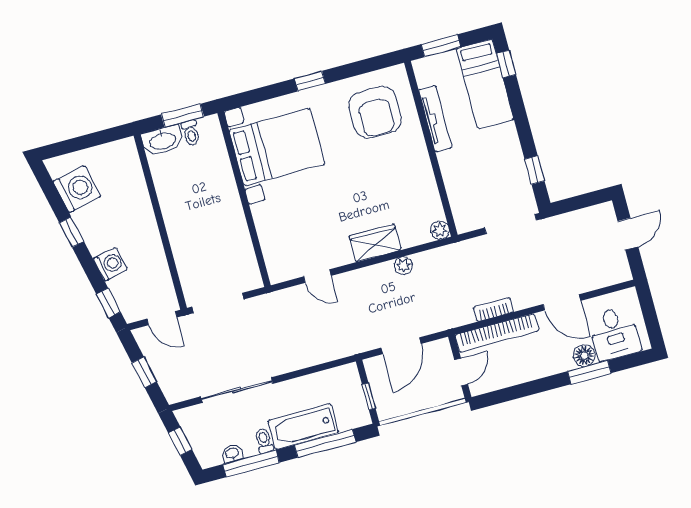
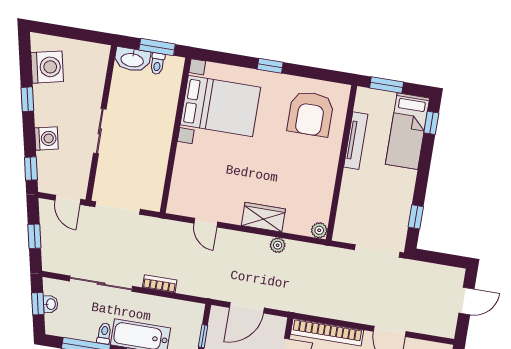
sliding door: (163, 231) -> (100, 131), added
bookcase: (493, 310) -> (160, 284), moved
washbasin: (232, 453) -> (51, 304), moved, turned 78

